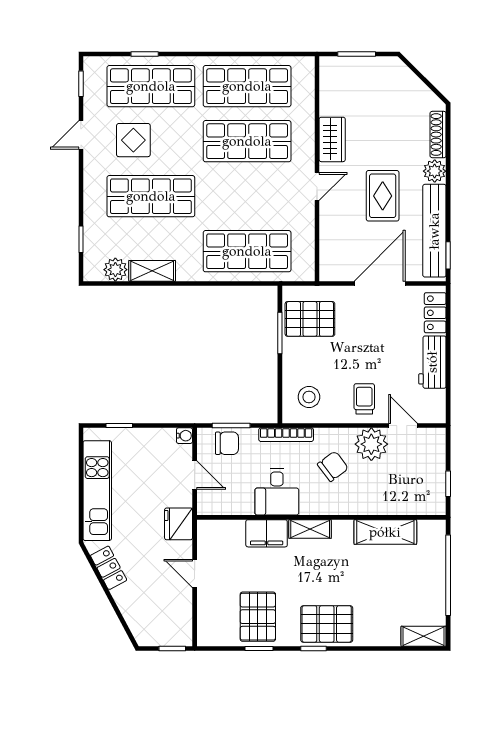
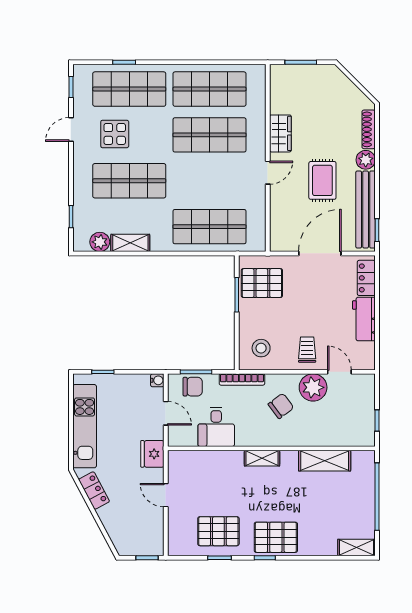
desk: (277, 492) -> (216, 427), moved
filing cabinet: (267, 533) -> (226, 462), removed
pallet: (258, 617) -> (218, 531), turned 90

